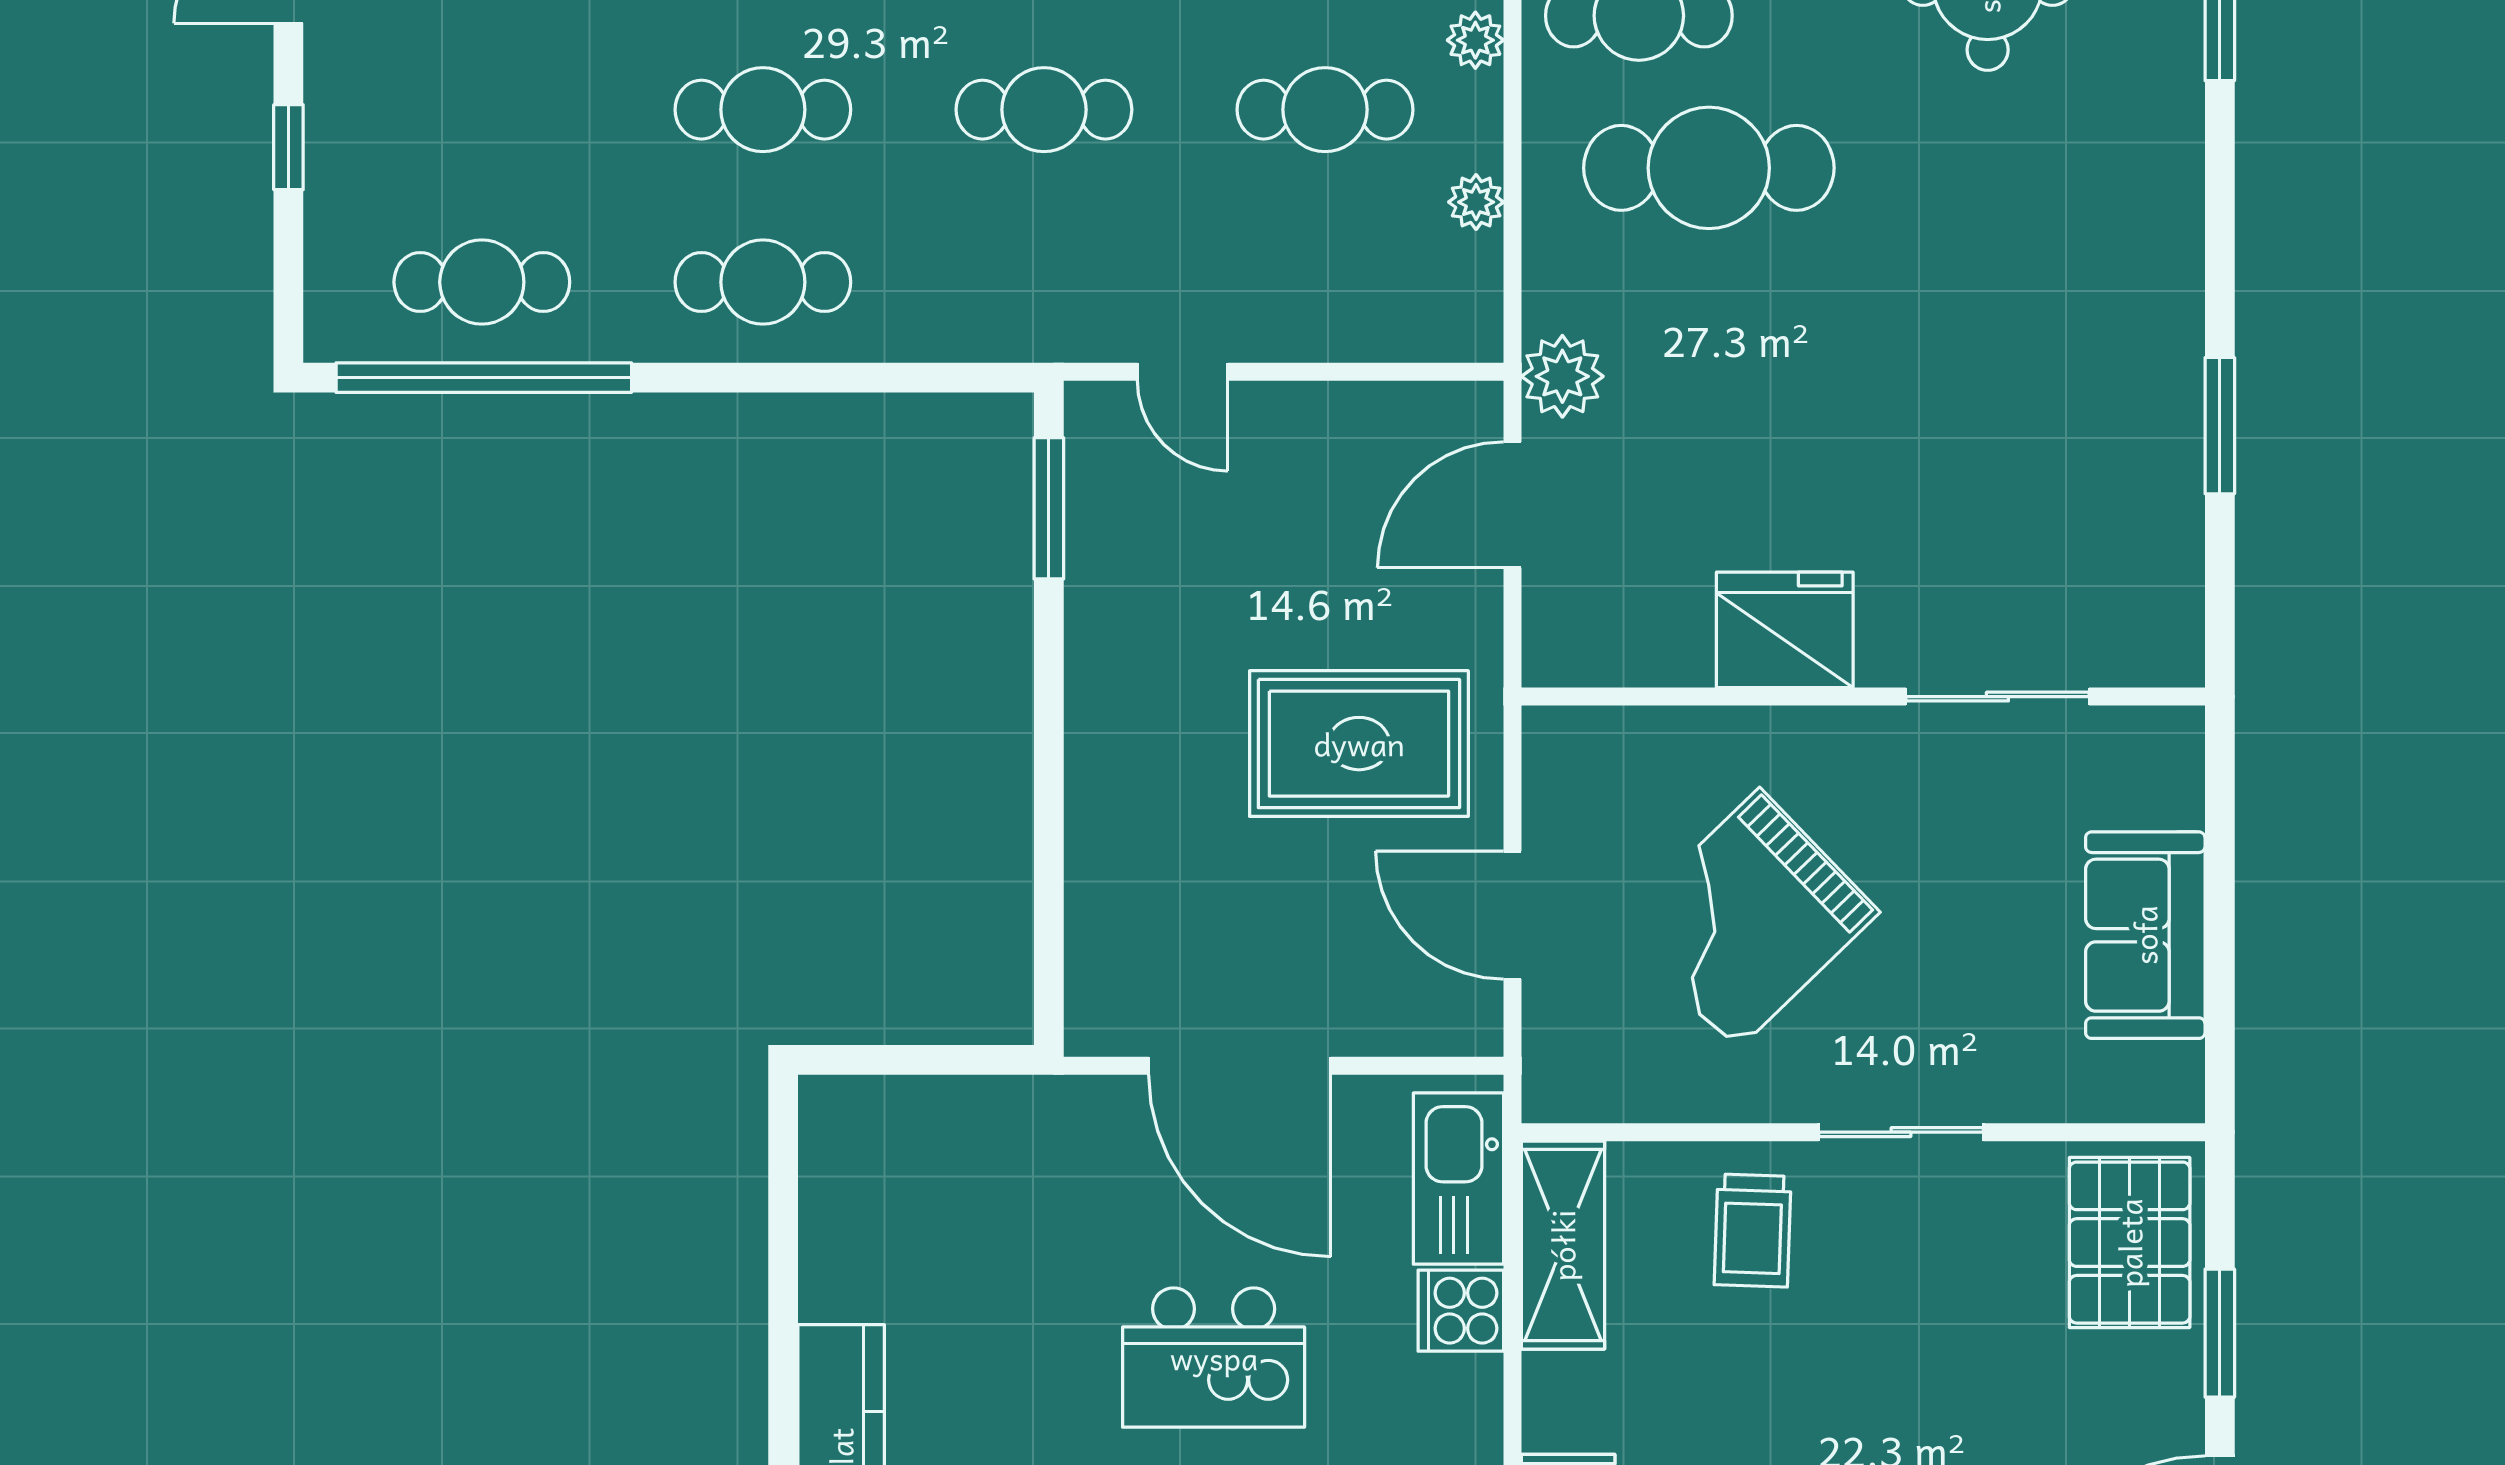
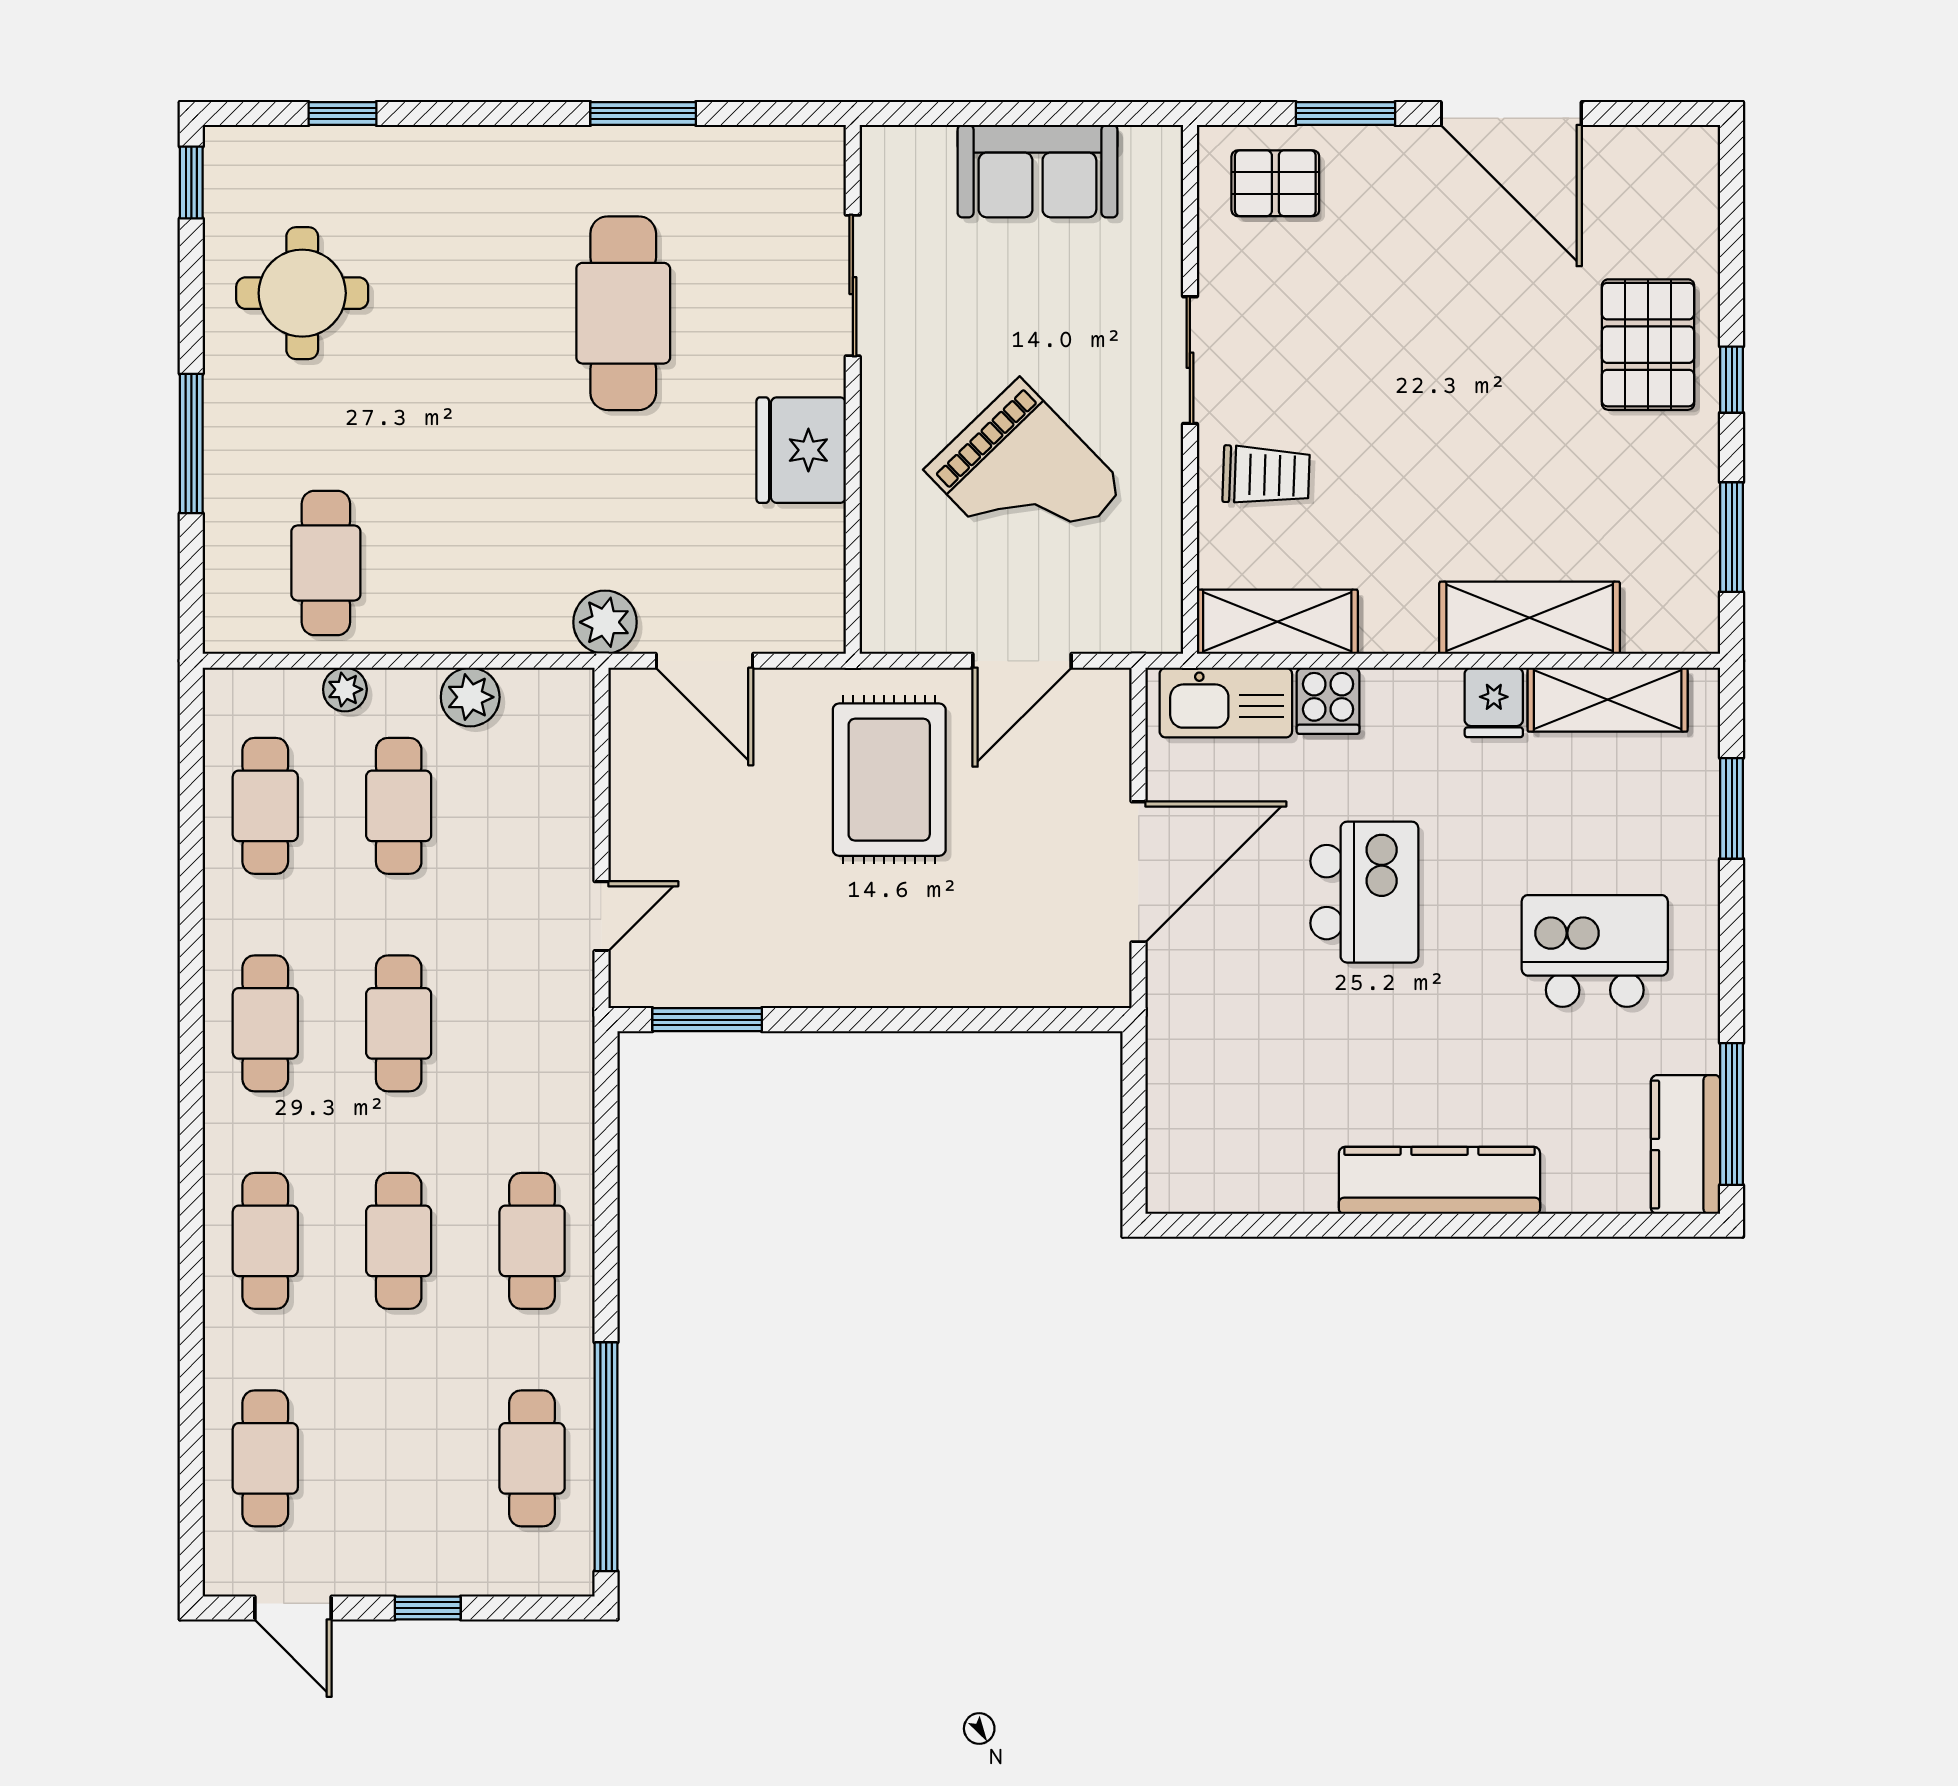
cafe table: (1709, 168) -> (623, 313), moved
plant: (1476, 202) -> (470, 697), width x1.38, depth x1.38
pallet: (2130, 1243) -> (1275, 183), width x0.67, depth x0.71

